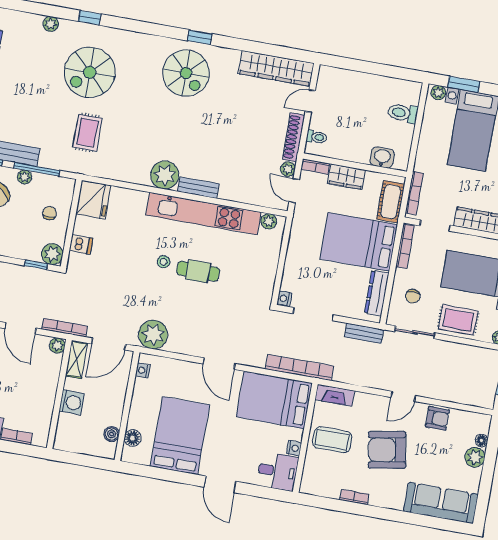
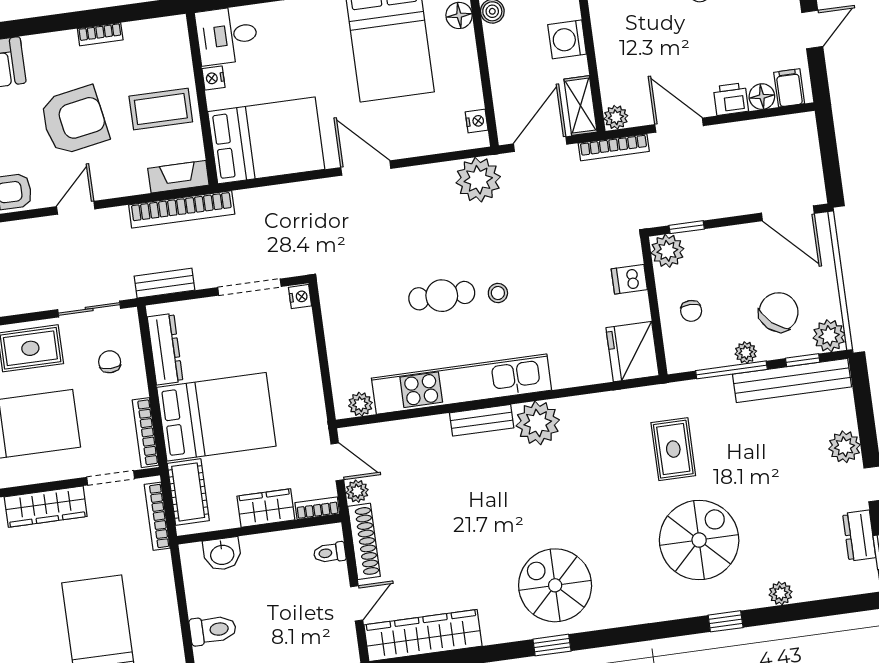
bookcase: (299, 368) -> (182, 209), moved

